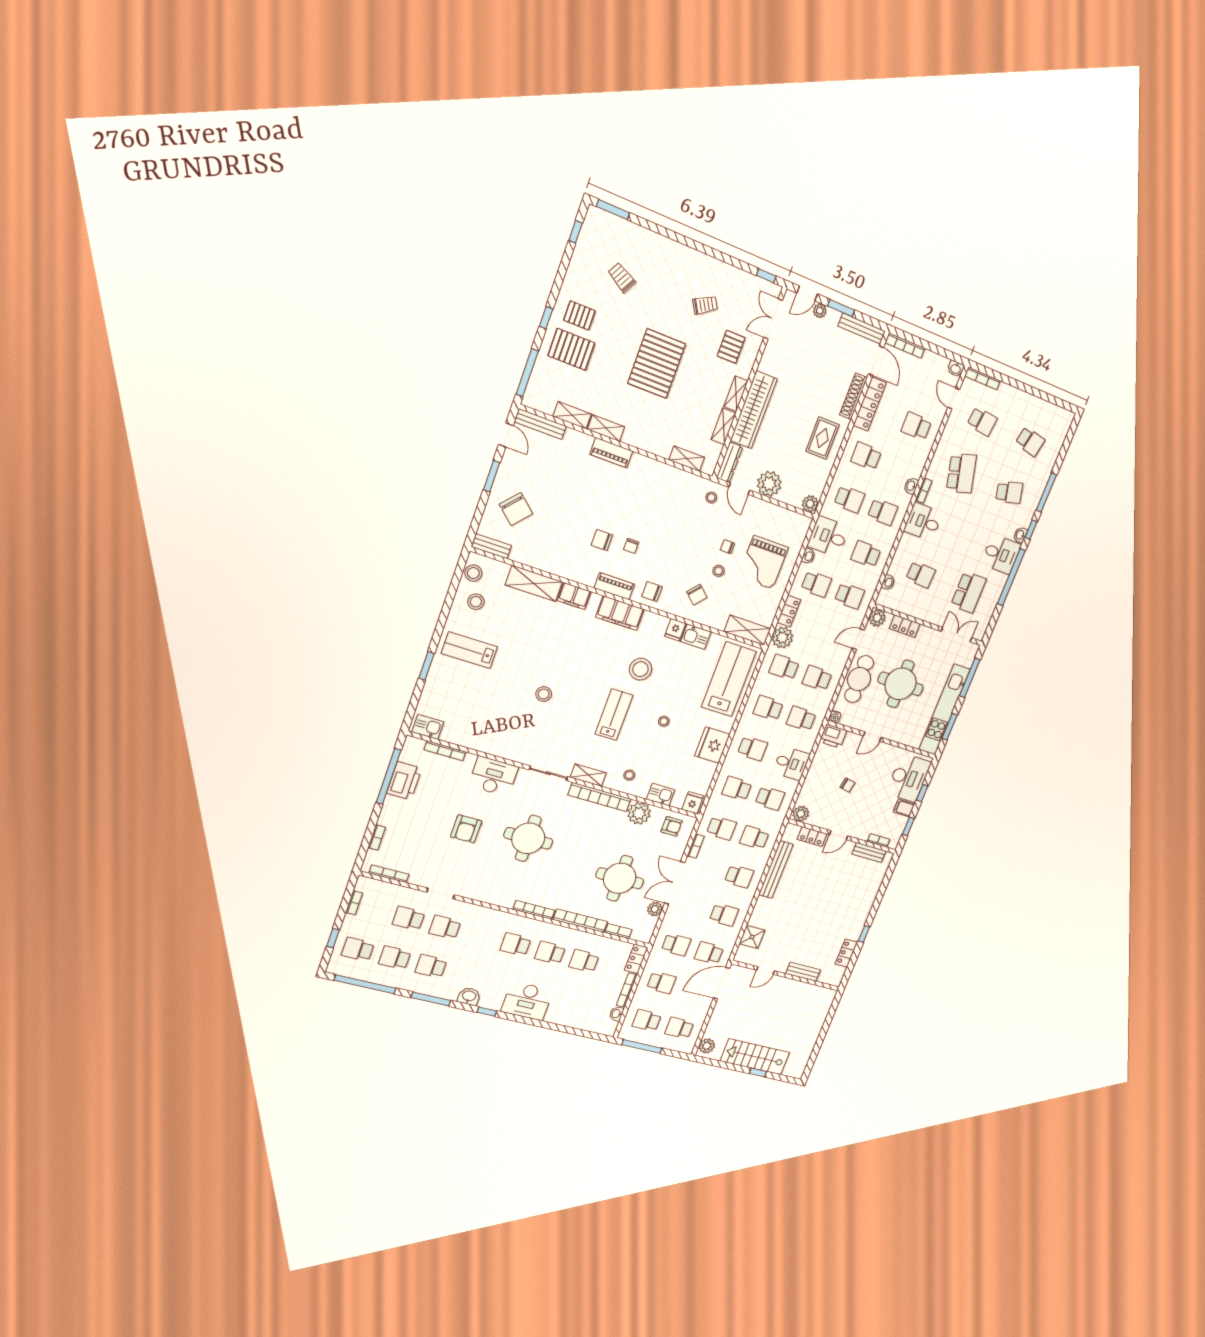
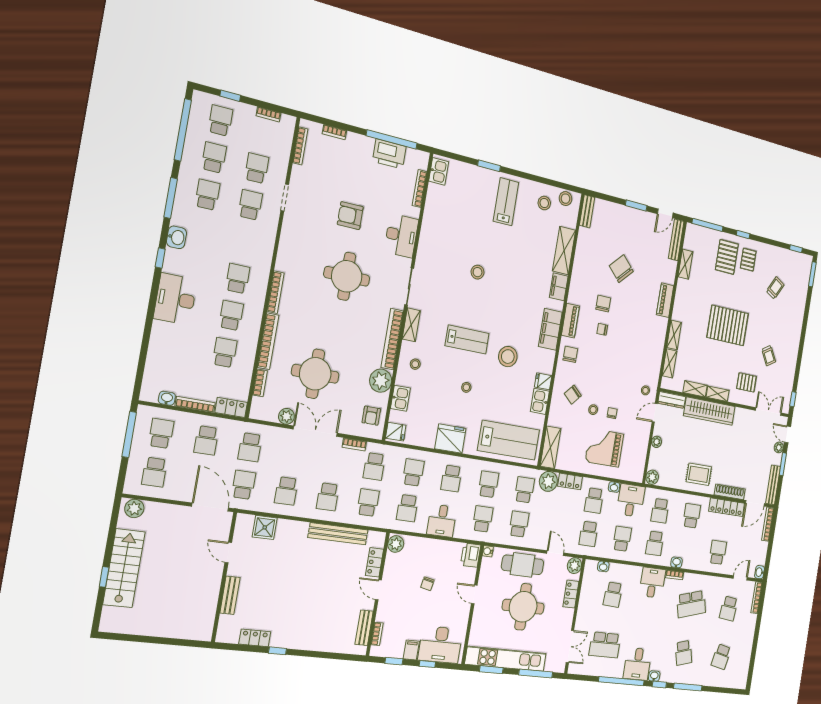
shelving: (606, 428) -> (674, 335), moved
plant: (769, 484) -> (657, 442), width x0.53, depth x0.53
chair: (516, 509) -> (621, 269), moved, turned 93
school desk: (679, 1028) -> (154, 472), turned 180

